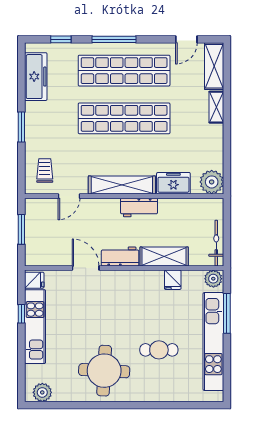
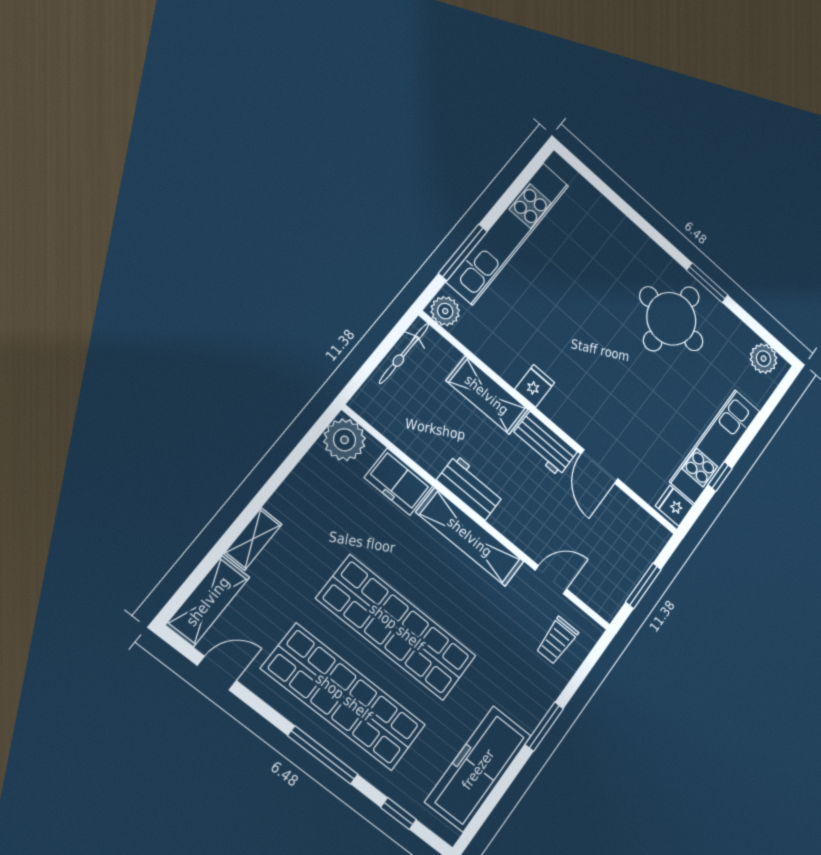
freezer: (36, 77) -> (478, 769), width x1.36, depth x1.26
fridge: (173, 280) -> (535, 386), moved
cafe table: (159, 350) -> (585, 284), removed
window: (100, 405) -> (707, 283), added

